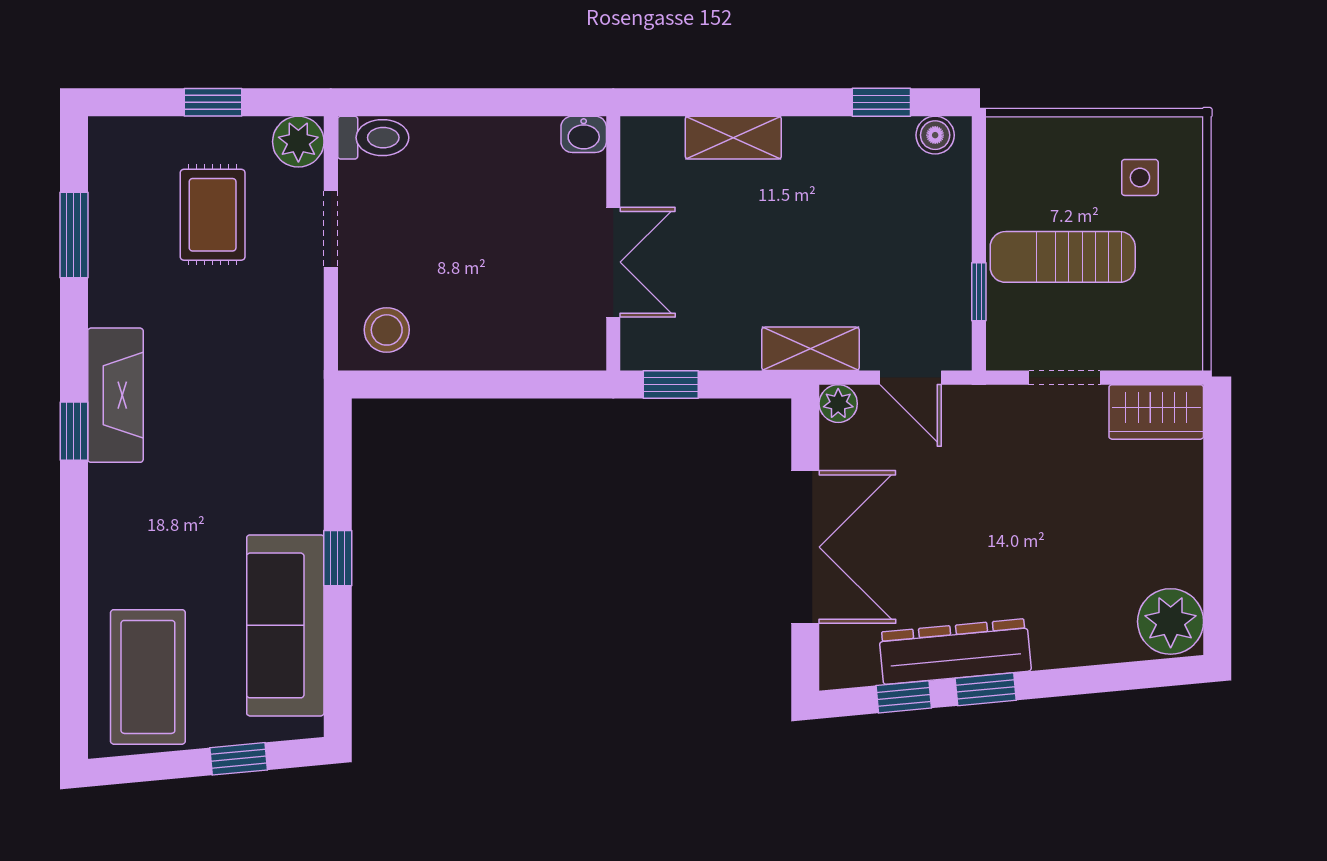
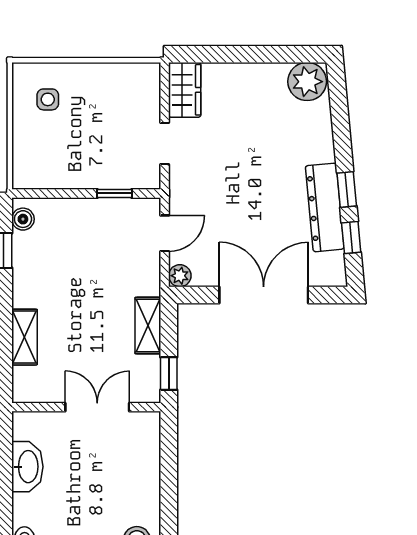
washbasin: (584, 134) -> (27, 467), moved, width x1.91, depth x1.45
sun lounger: (1063, 257) -> (94, 145), removed
shelving: (810, 349) -> (148, 326), moved

